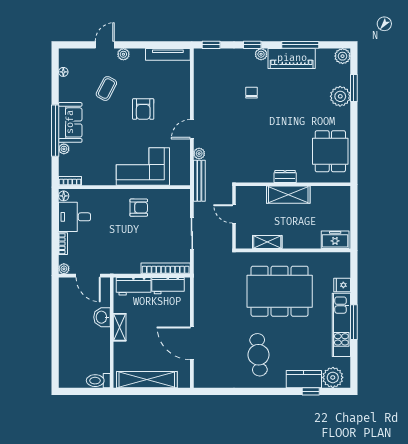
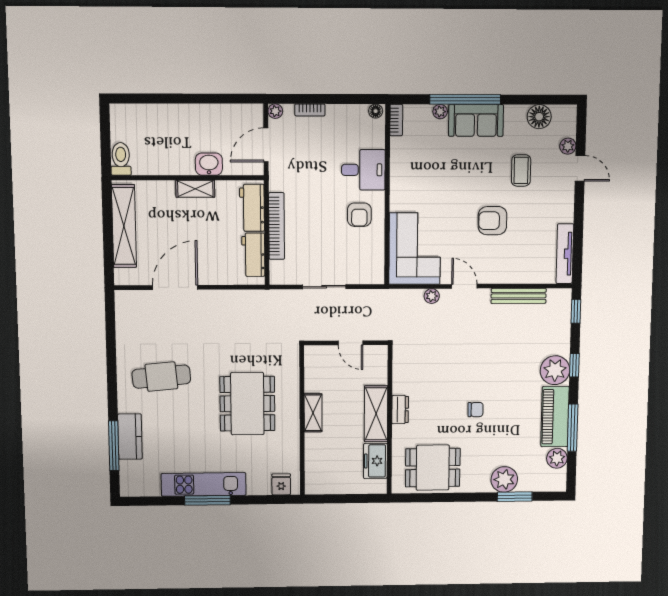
plant: (123, 54) -> (568, 146), moved
plant: (261, 54) -> (555, 370), width x1.87, depth x1.87
plant: (343, 56) -> (557, 458), moved
floor lamp: (63, 72) -> (539, 117), width x1.89, depth x1.89
coffee table: (106, 89) -> (521, 170), turned 62
chair: (252, 93) -> (475, 410), moved
corner sofa: (143, 167) -> (415, 249), moved
bench: (199, 181) -> (519, 296), moved
door: (234, 214) -> (351, 343), swing flipped
desk: (75, 217) -> (363, 170), moved, turned 90
freezer: (335, 240) -> (375, 461), moved, turned 180
shelving: (267, 242) -> (313, 413), moved
bookcase: (166, 268) -> (277, 226), moved
fridge: (342, 285) -> (281, 484), moved
dining table: (280, 291) -> (247, 404), width x0.73, depth x0.80
plant: (333, 377) -> (133, 474), removed
window: (311, 391) -> (114, 446), width x2.17

